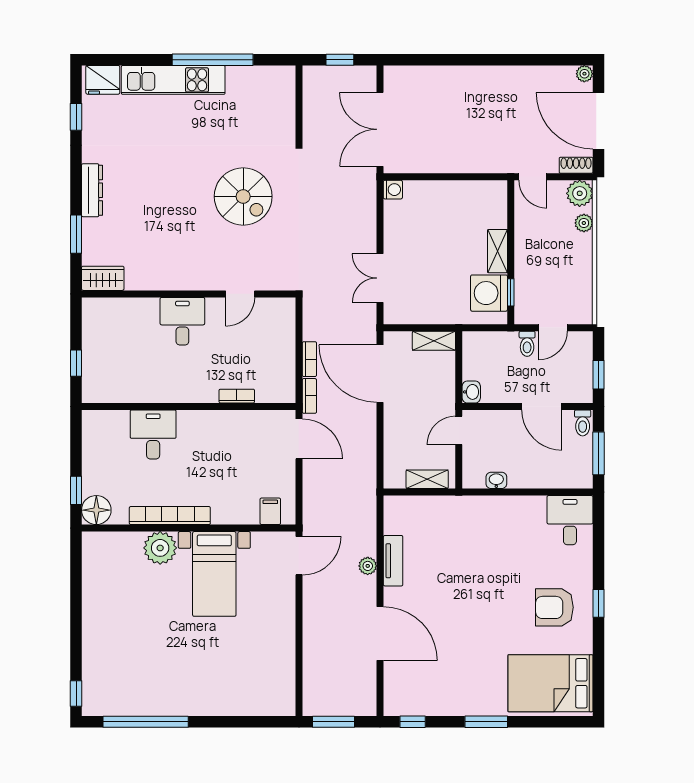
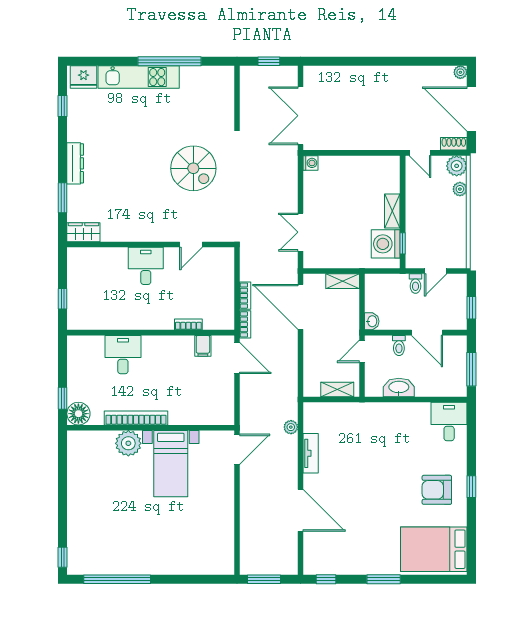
toilet: (583, 423) -> (399, 345), moved
washbasin: (496, 480) -> (399, 388), width x1.91, depth x1.45
filing cabinet: (270, 511) -> (203, 346), moved, turned 180
plant: (368, 566) -> (291, 427), moved

